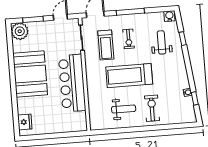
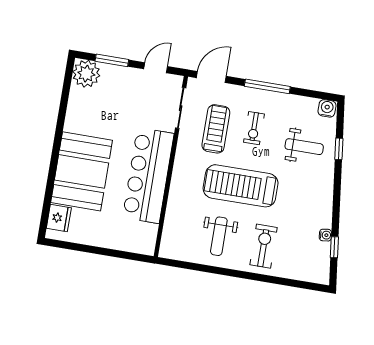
weight bench: (161, 42) -> (304, 147), turned 90
treadmill: (106, 45) -> (216, 129), turned 180
booth: (30, 74) -> (82, 171), moved
weight bench: (124, 109) -> (219, 236), turned 90

